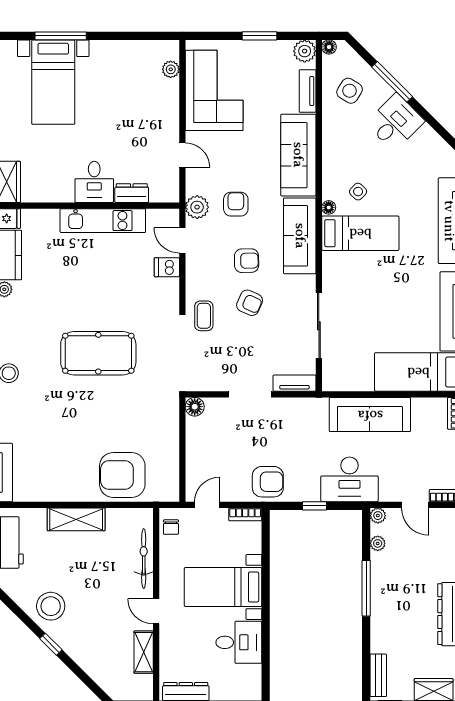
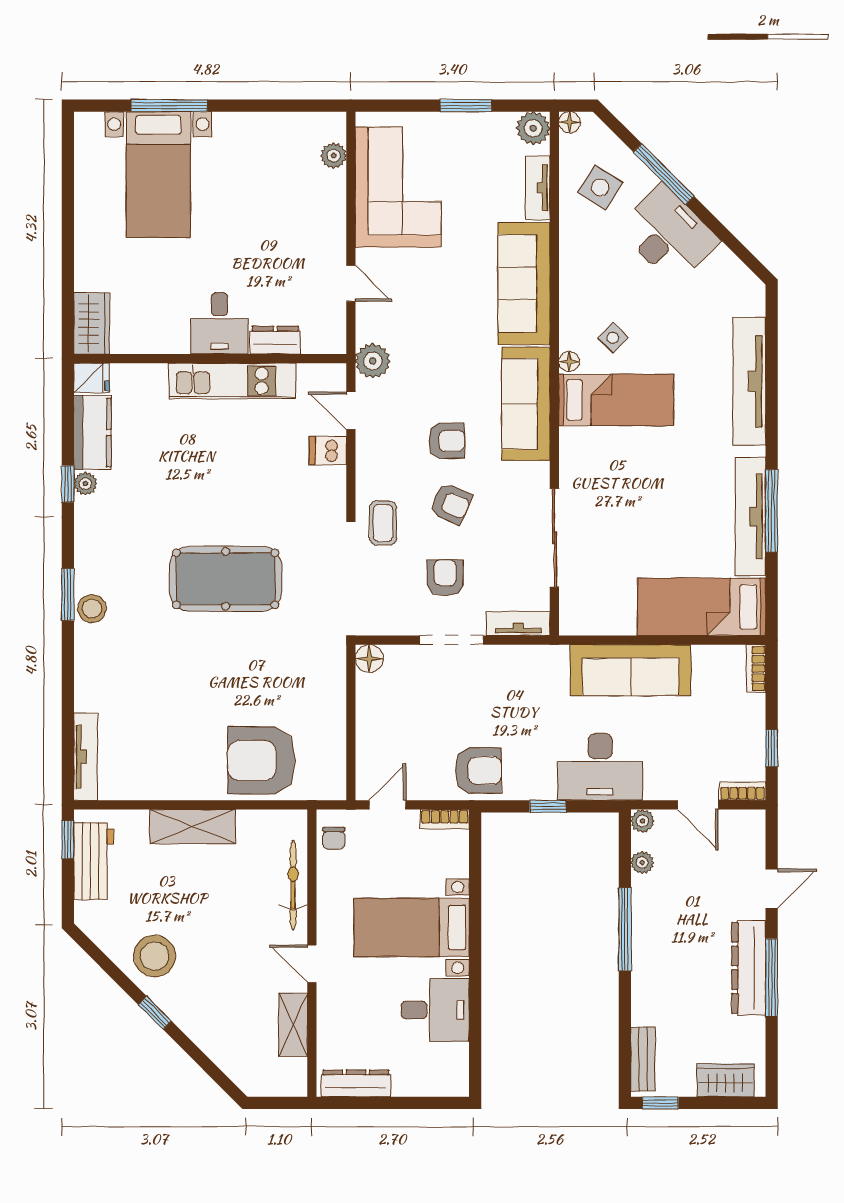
desk: (395, 122) -> (668, 234), width x1.37
armchair: (236, 204) -> (445, 578), moved

